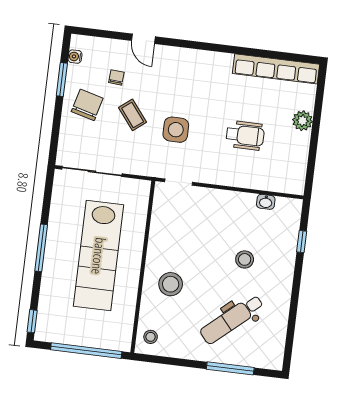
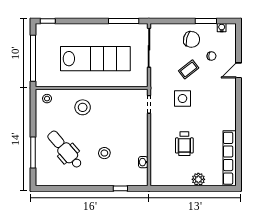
window: (41, 248) -> (124, 21), moved
lab bench: (99, 256) -> (95, 59), turned 180

